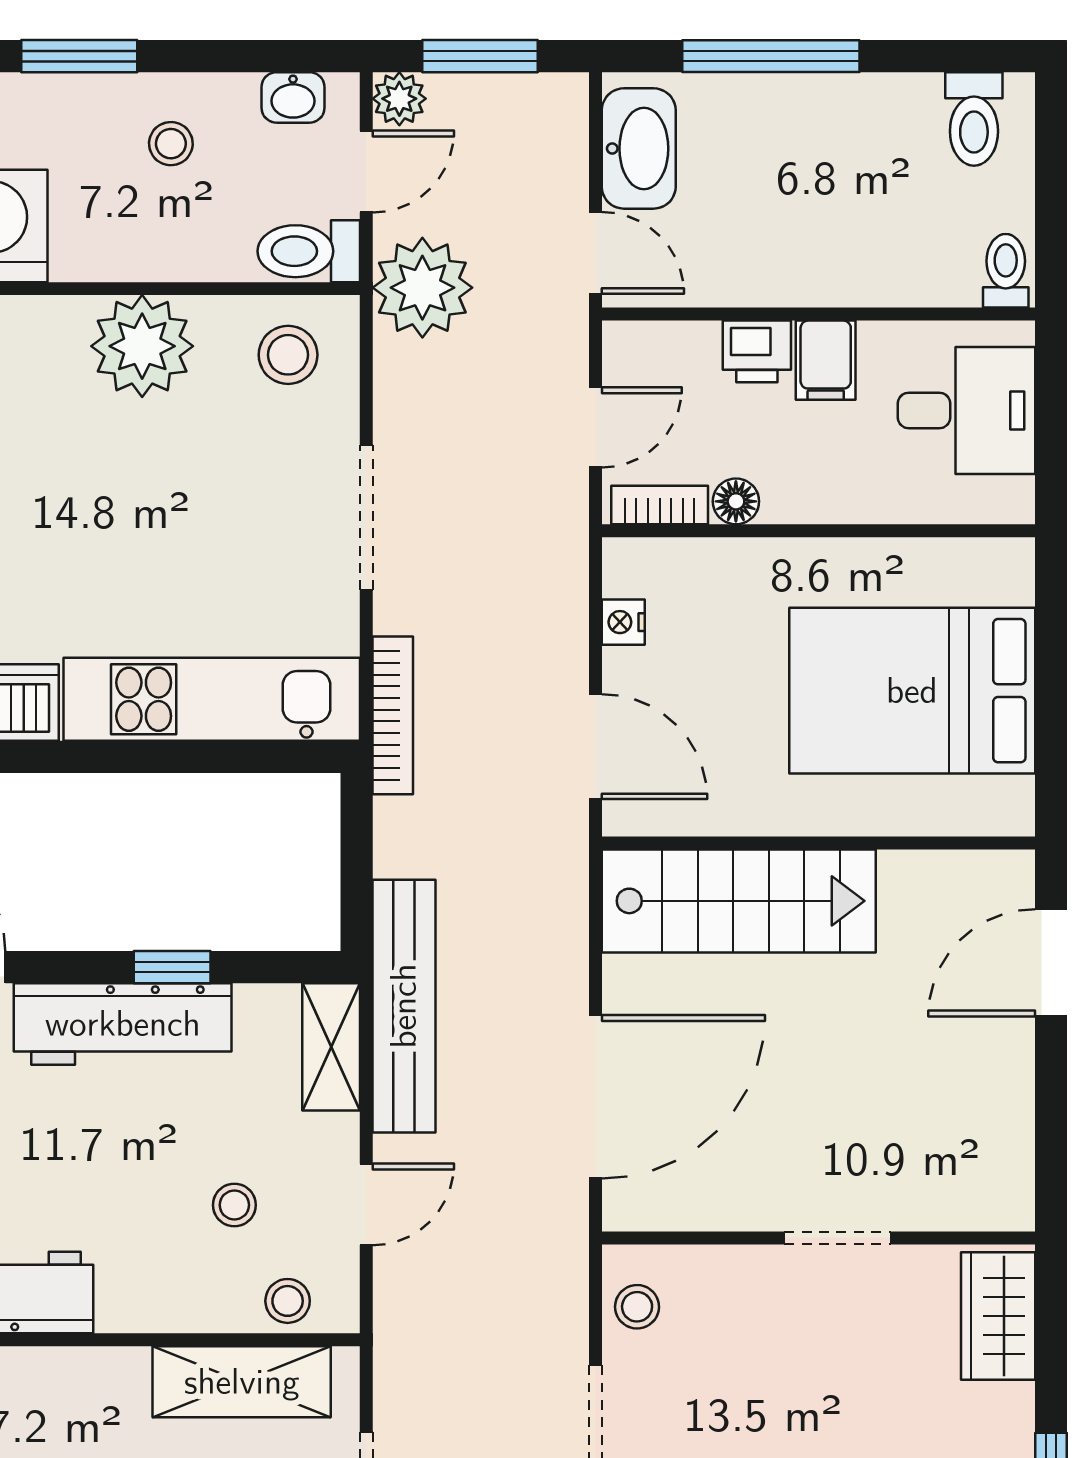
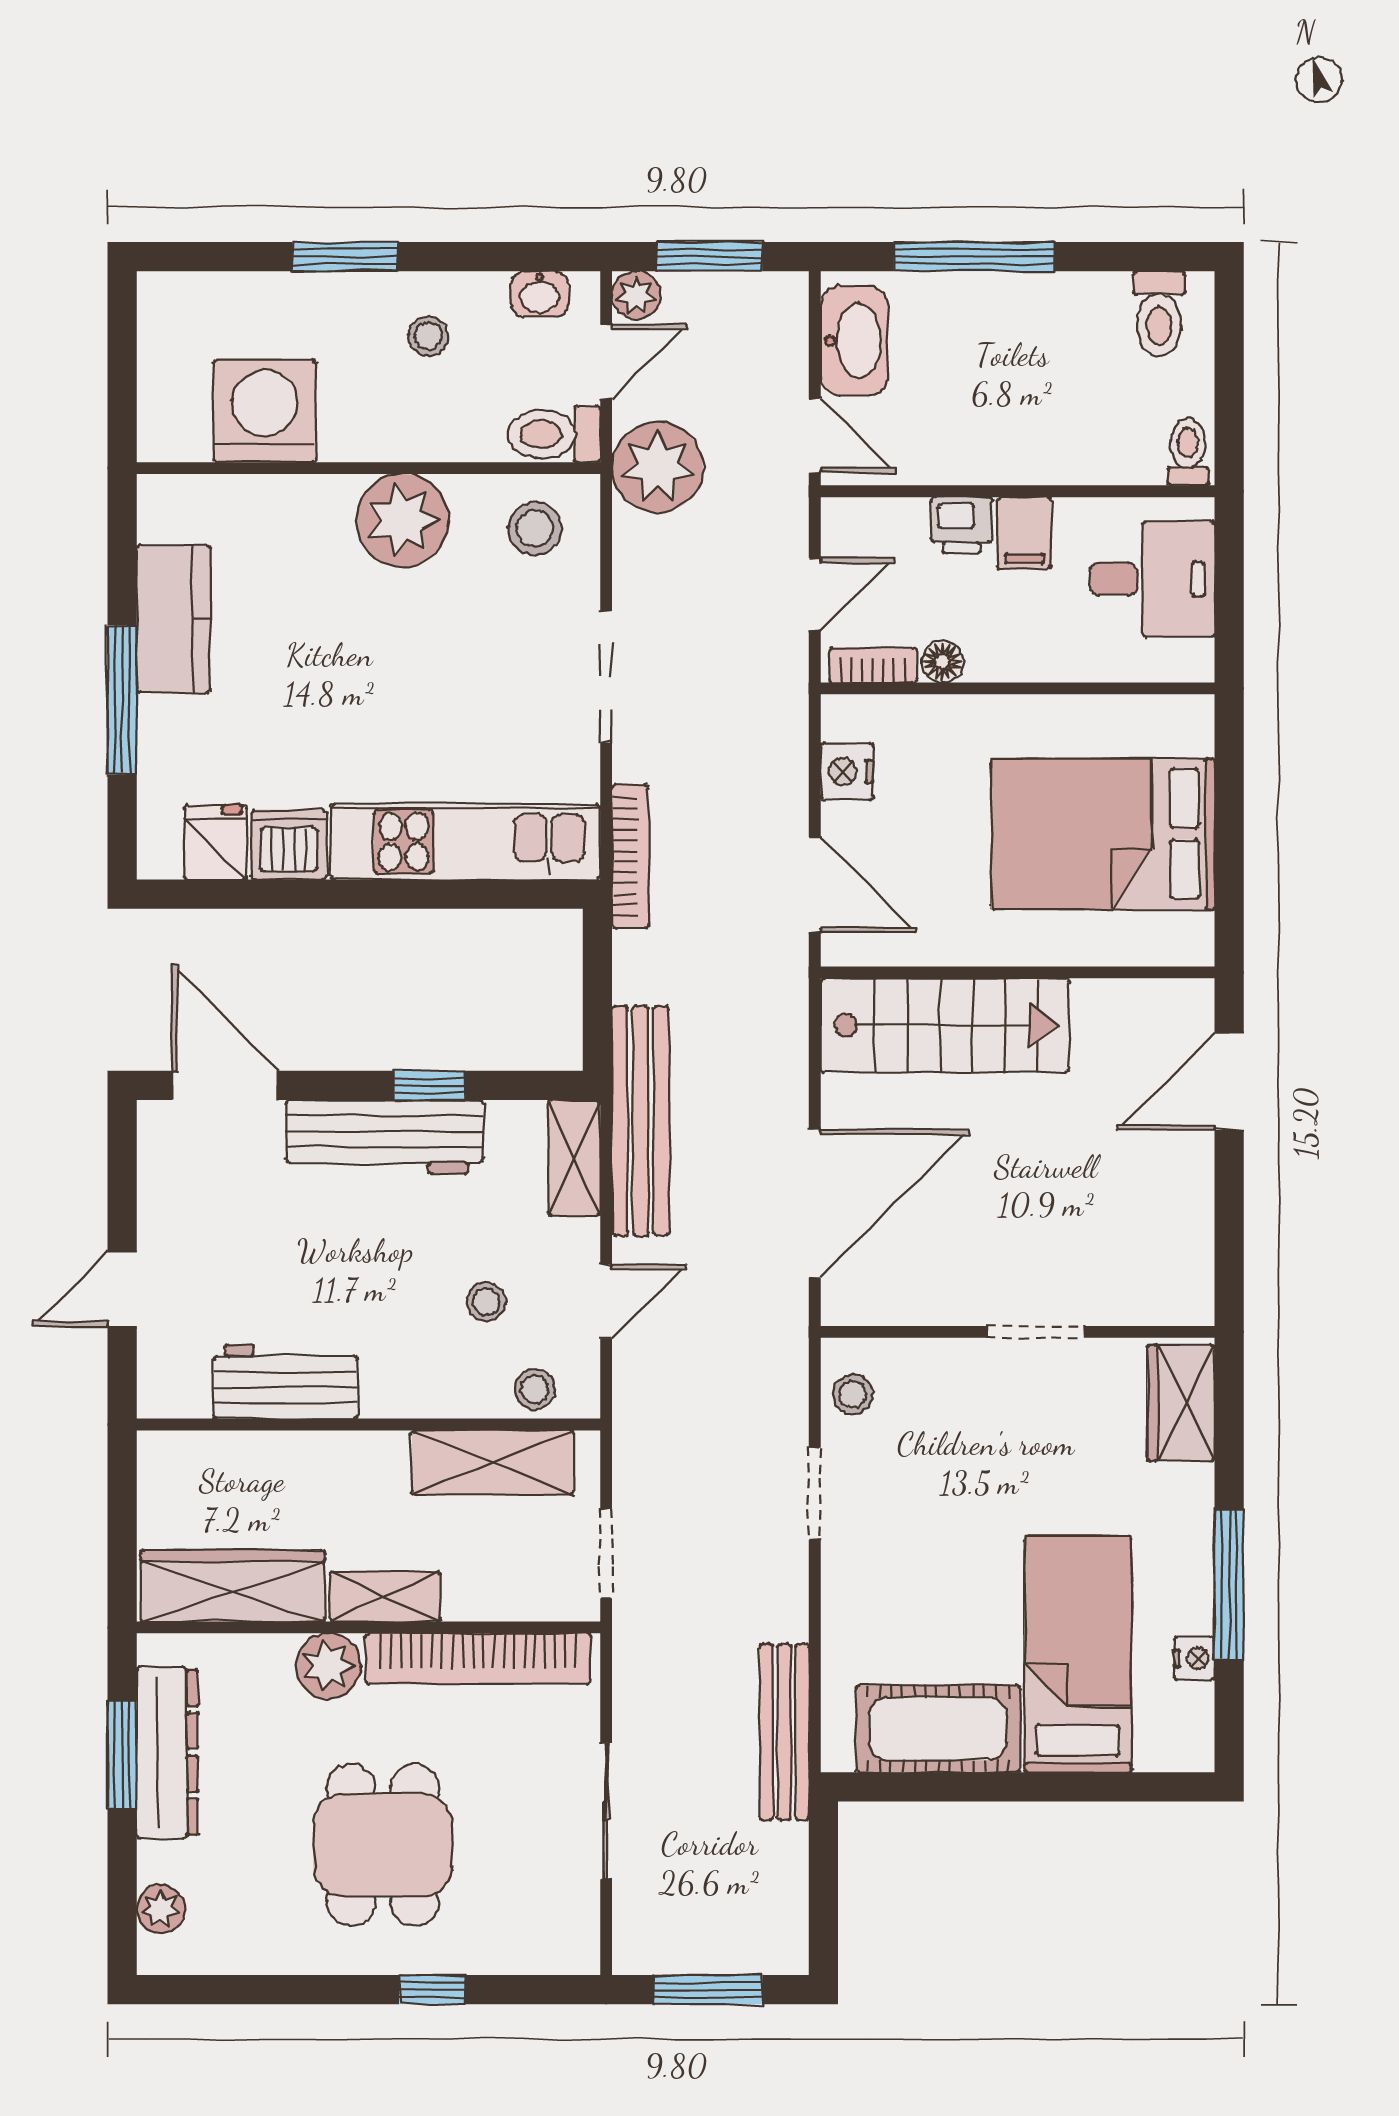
nightstand: (623, 622) -> (847, 771), width x1.39, depth x1.35

